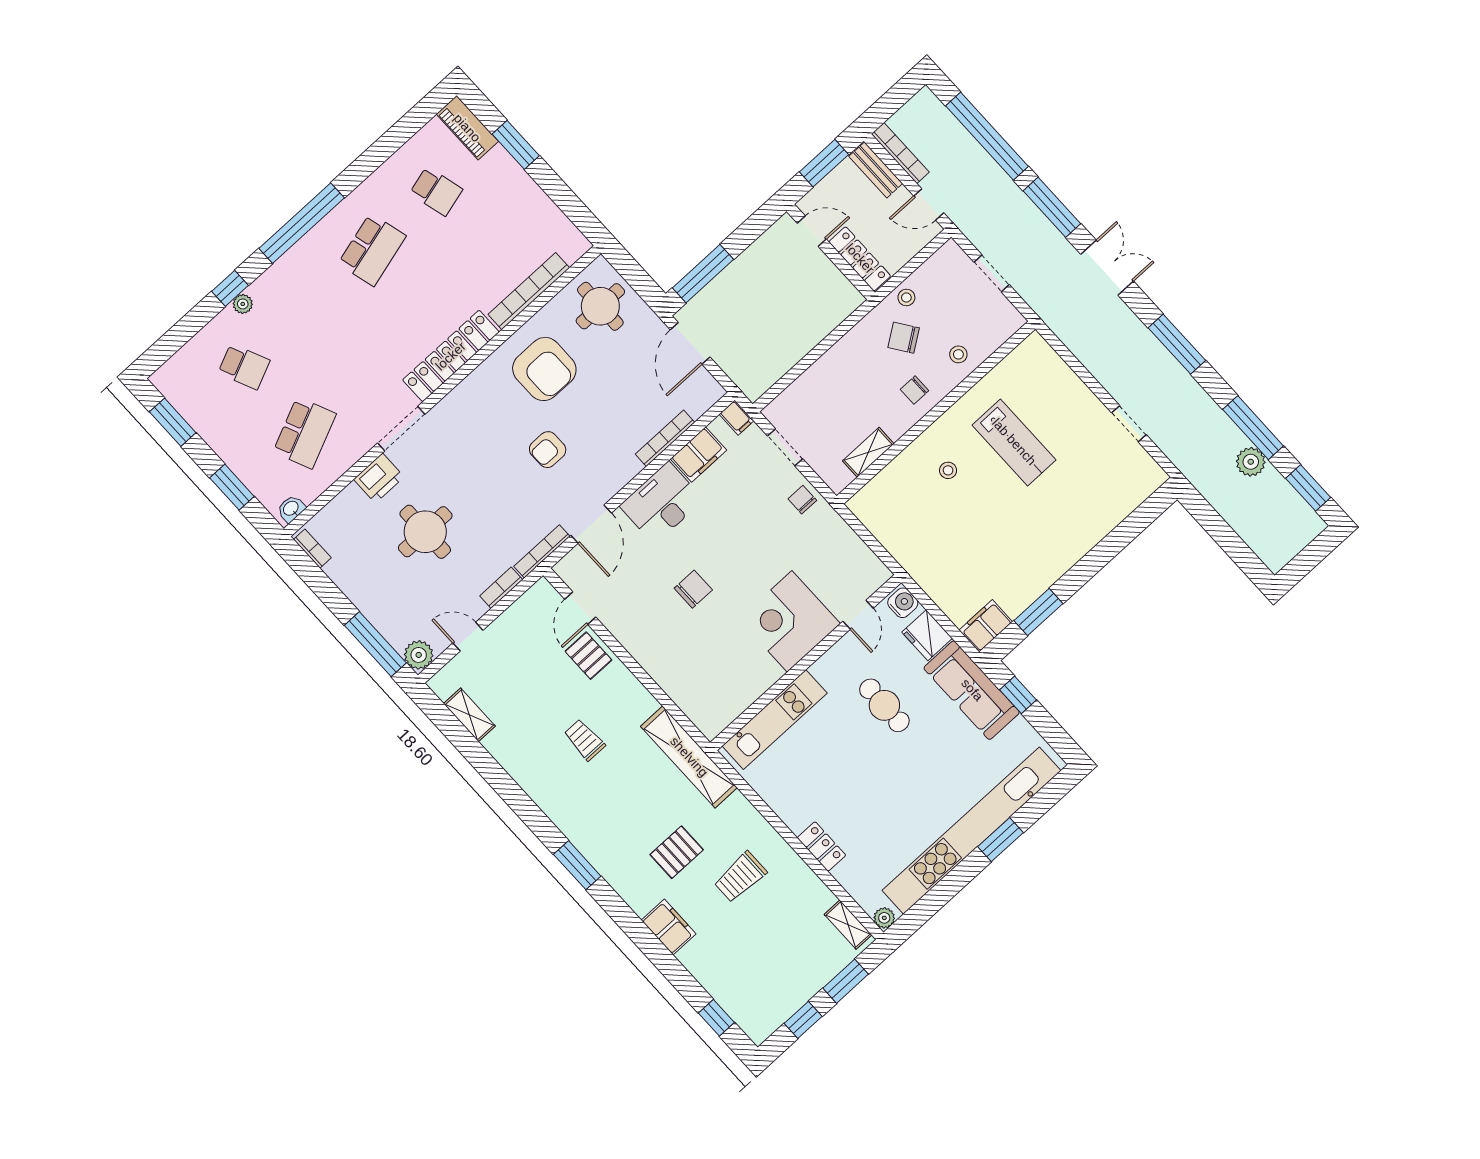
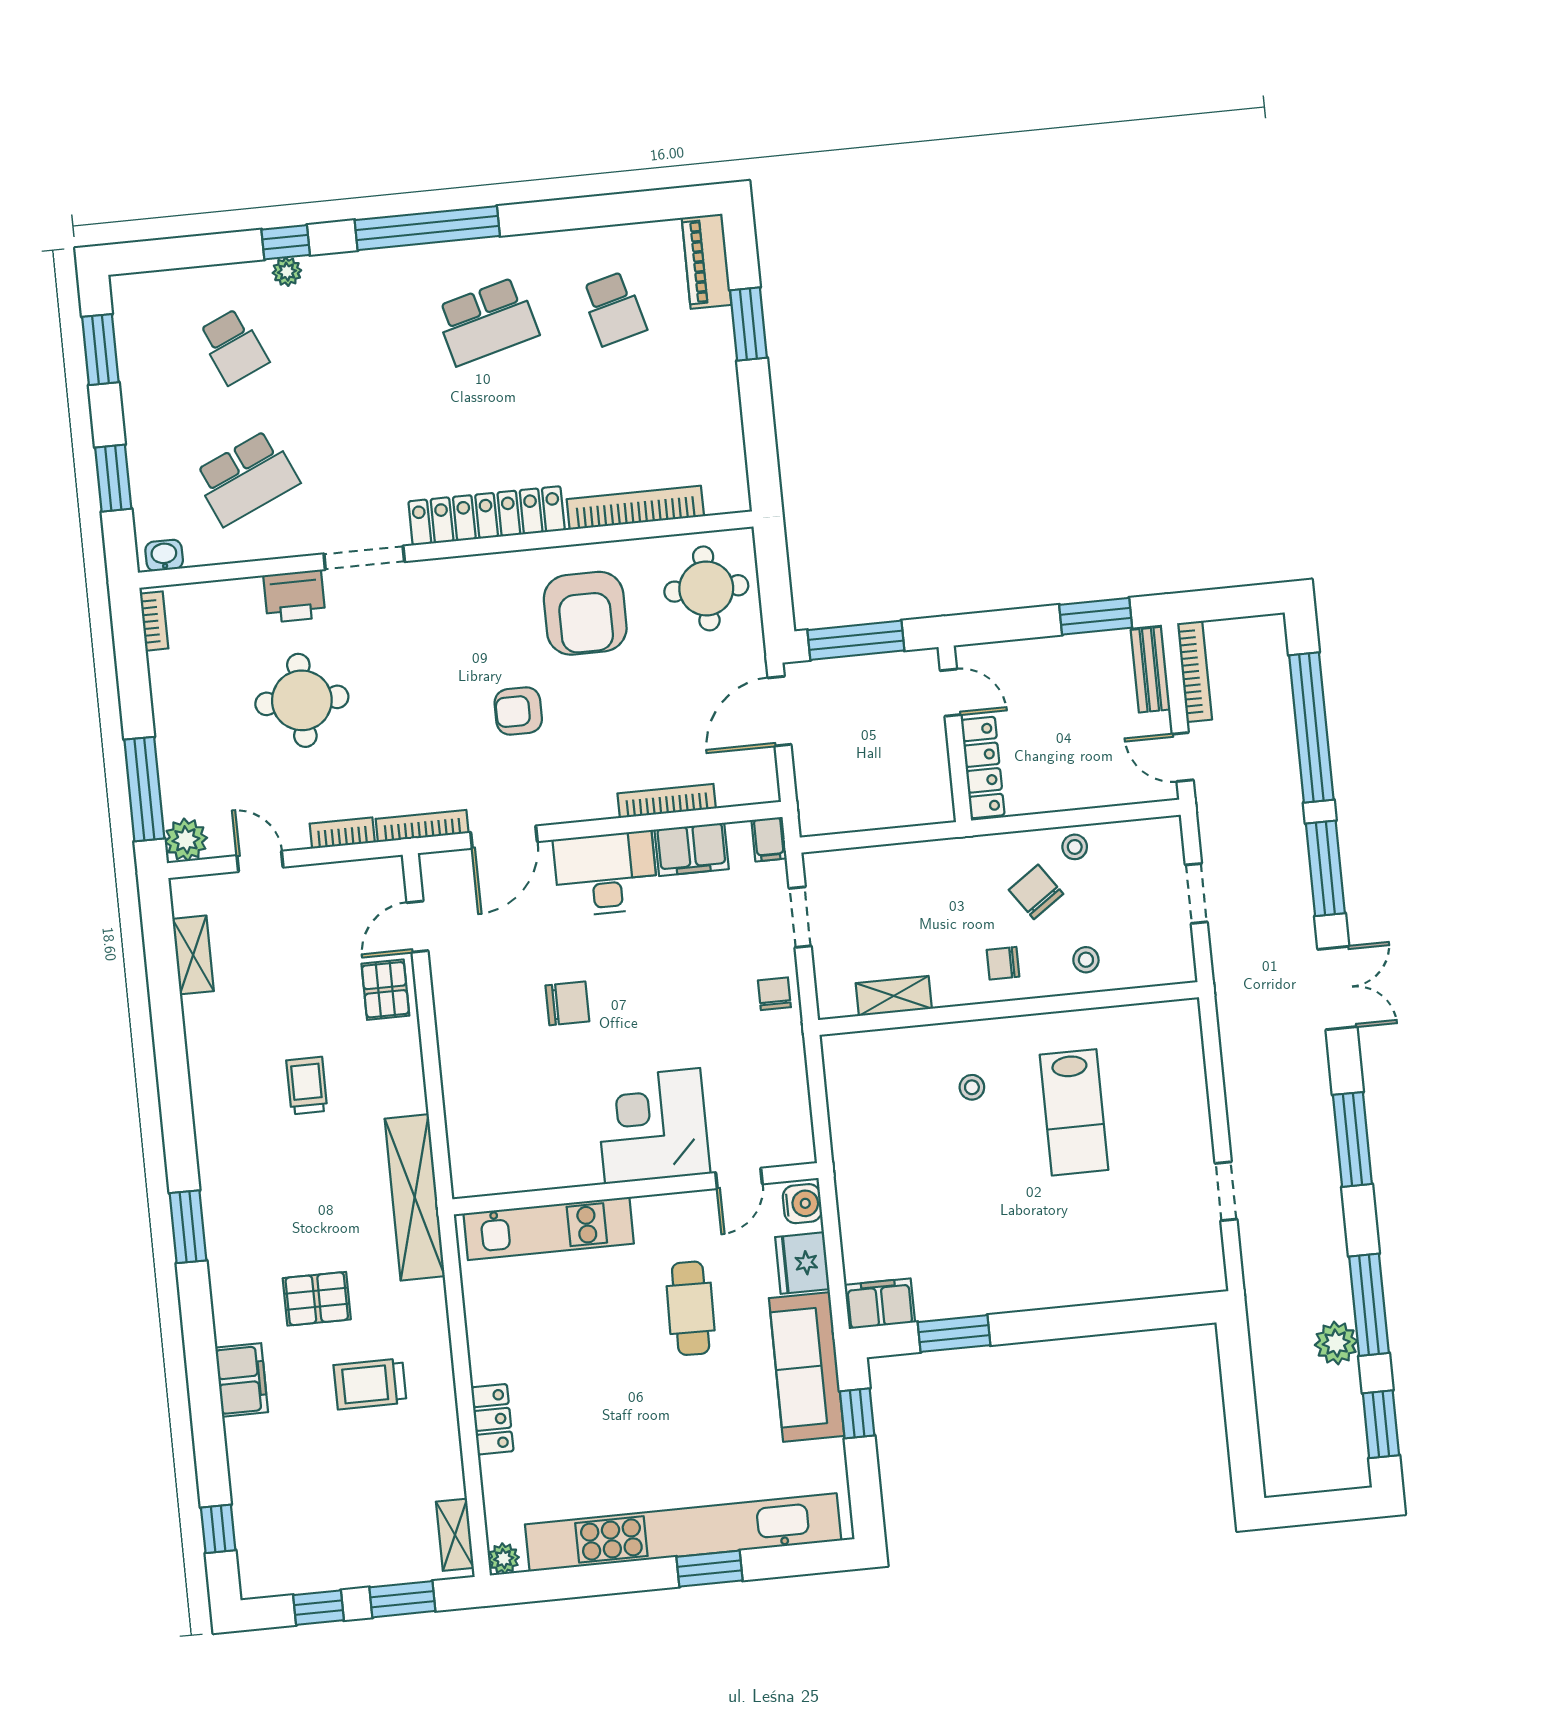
door: (812, 231) -> (951, 693), moved
wall: (831, 252) -> (955, 734), moved
locker: (860, 259) -> (983, 768), moved

